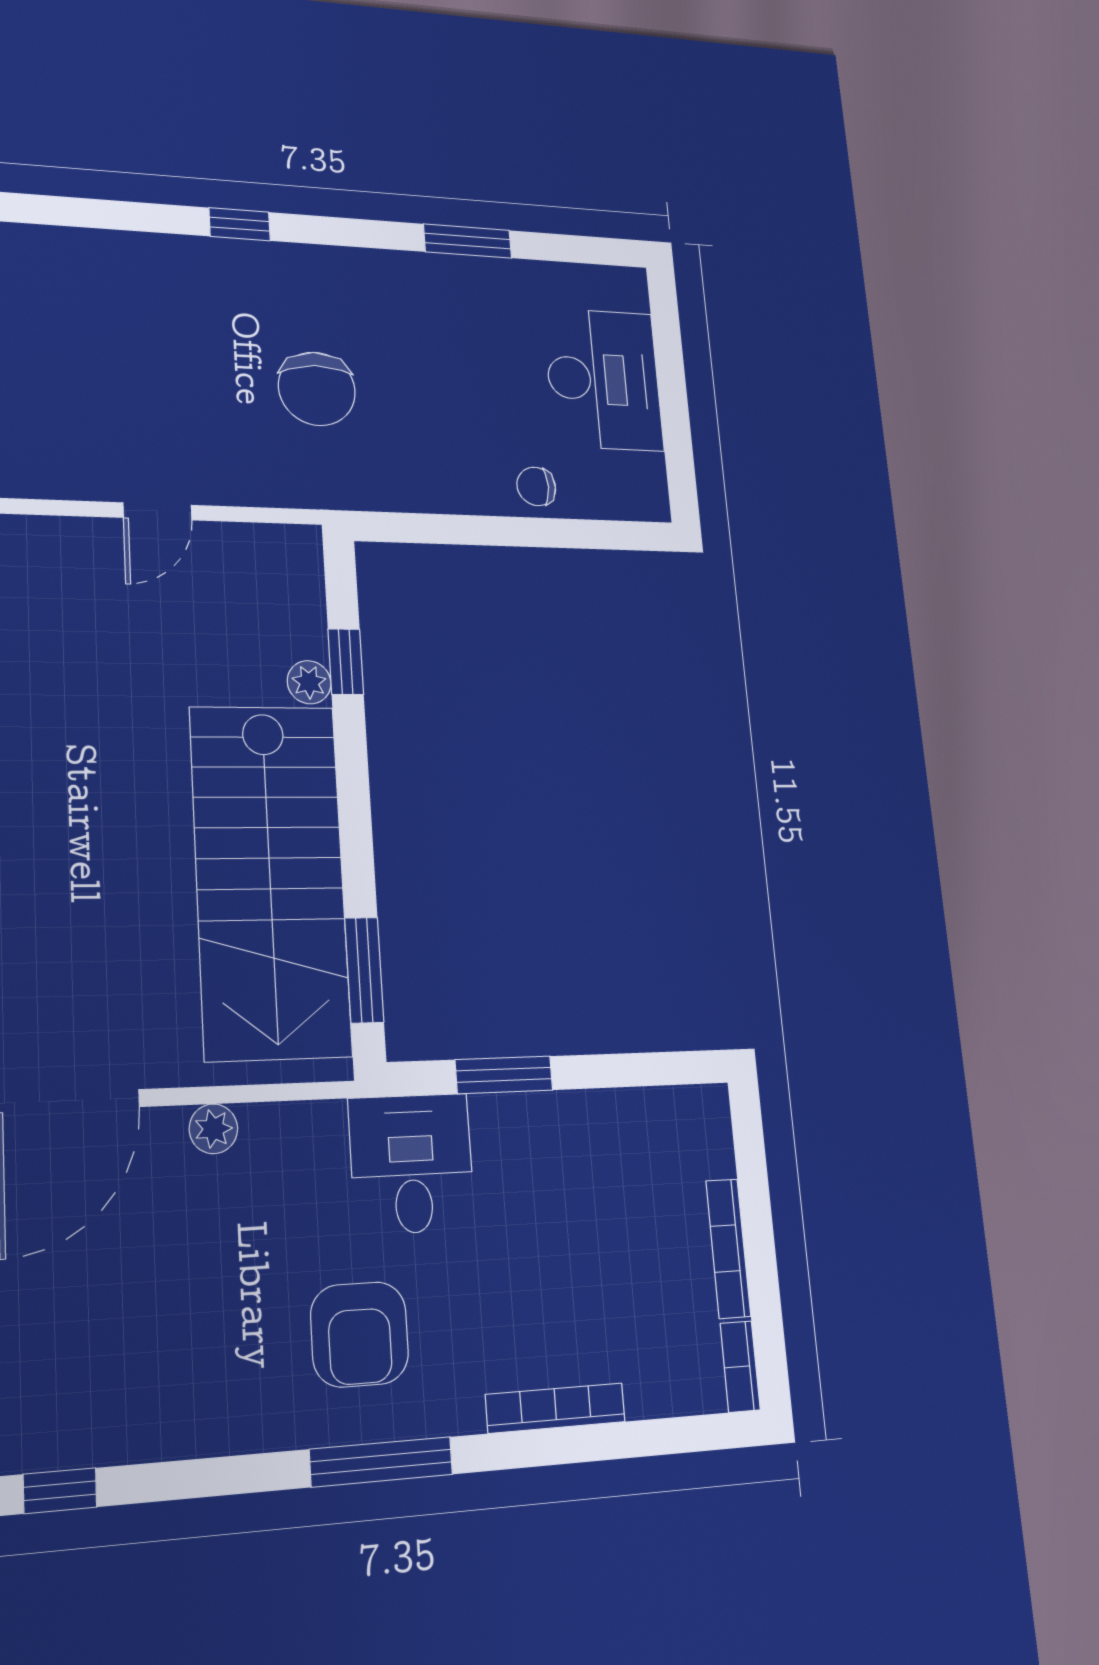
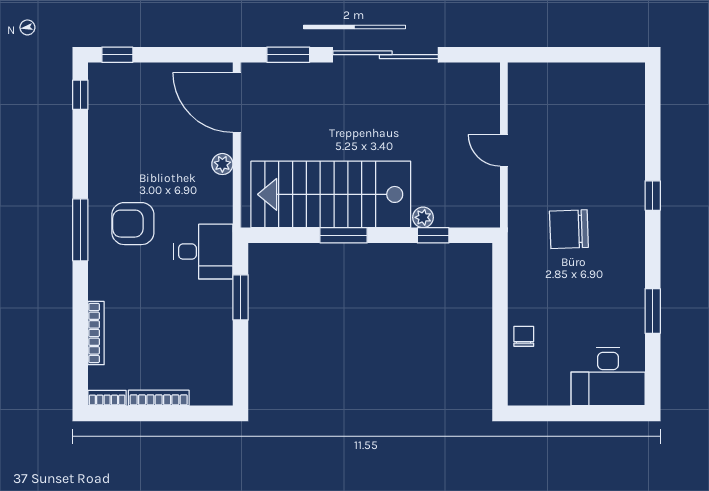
desk: (603, 379) -> (608, 377), moved
window: (364, 970) -> (344, 235), moved
bookcase: (556, 1408) -> (96, 333), moved

